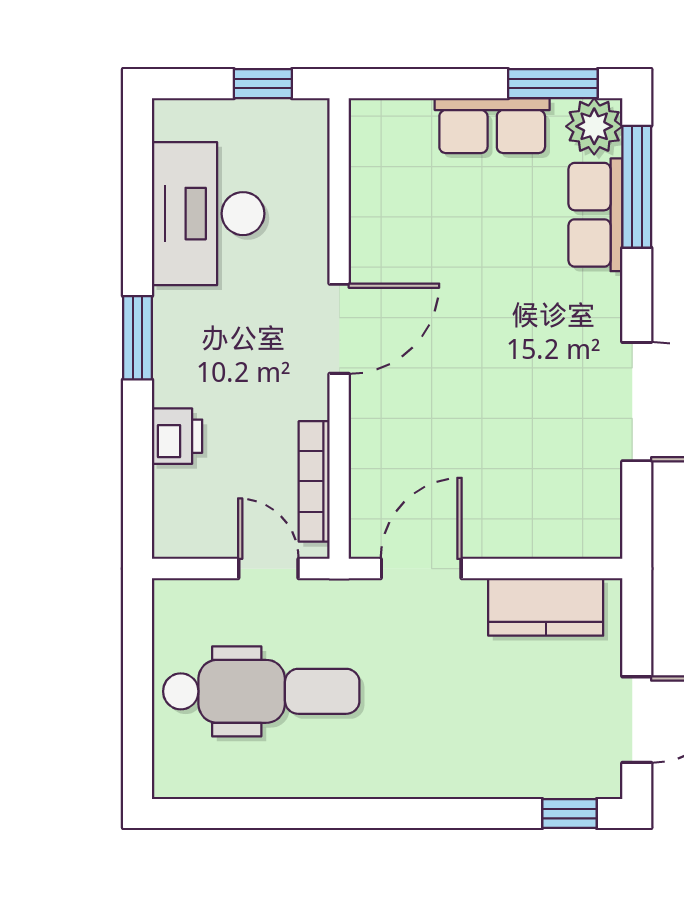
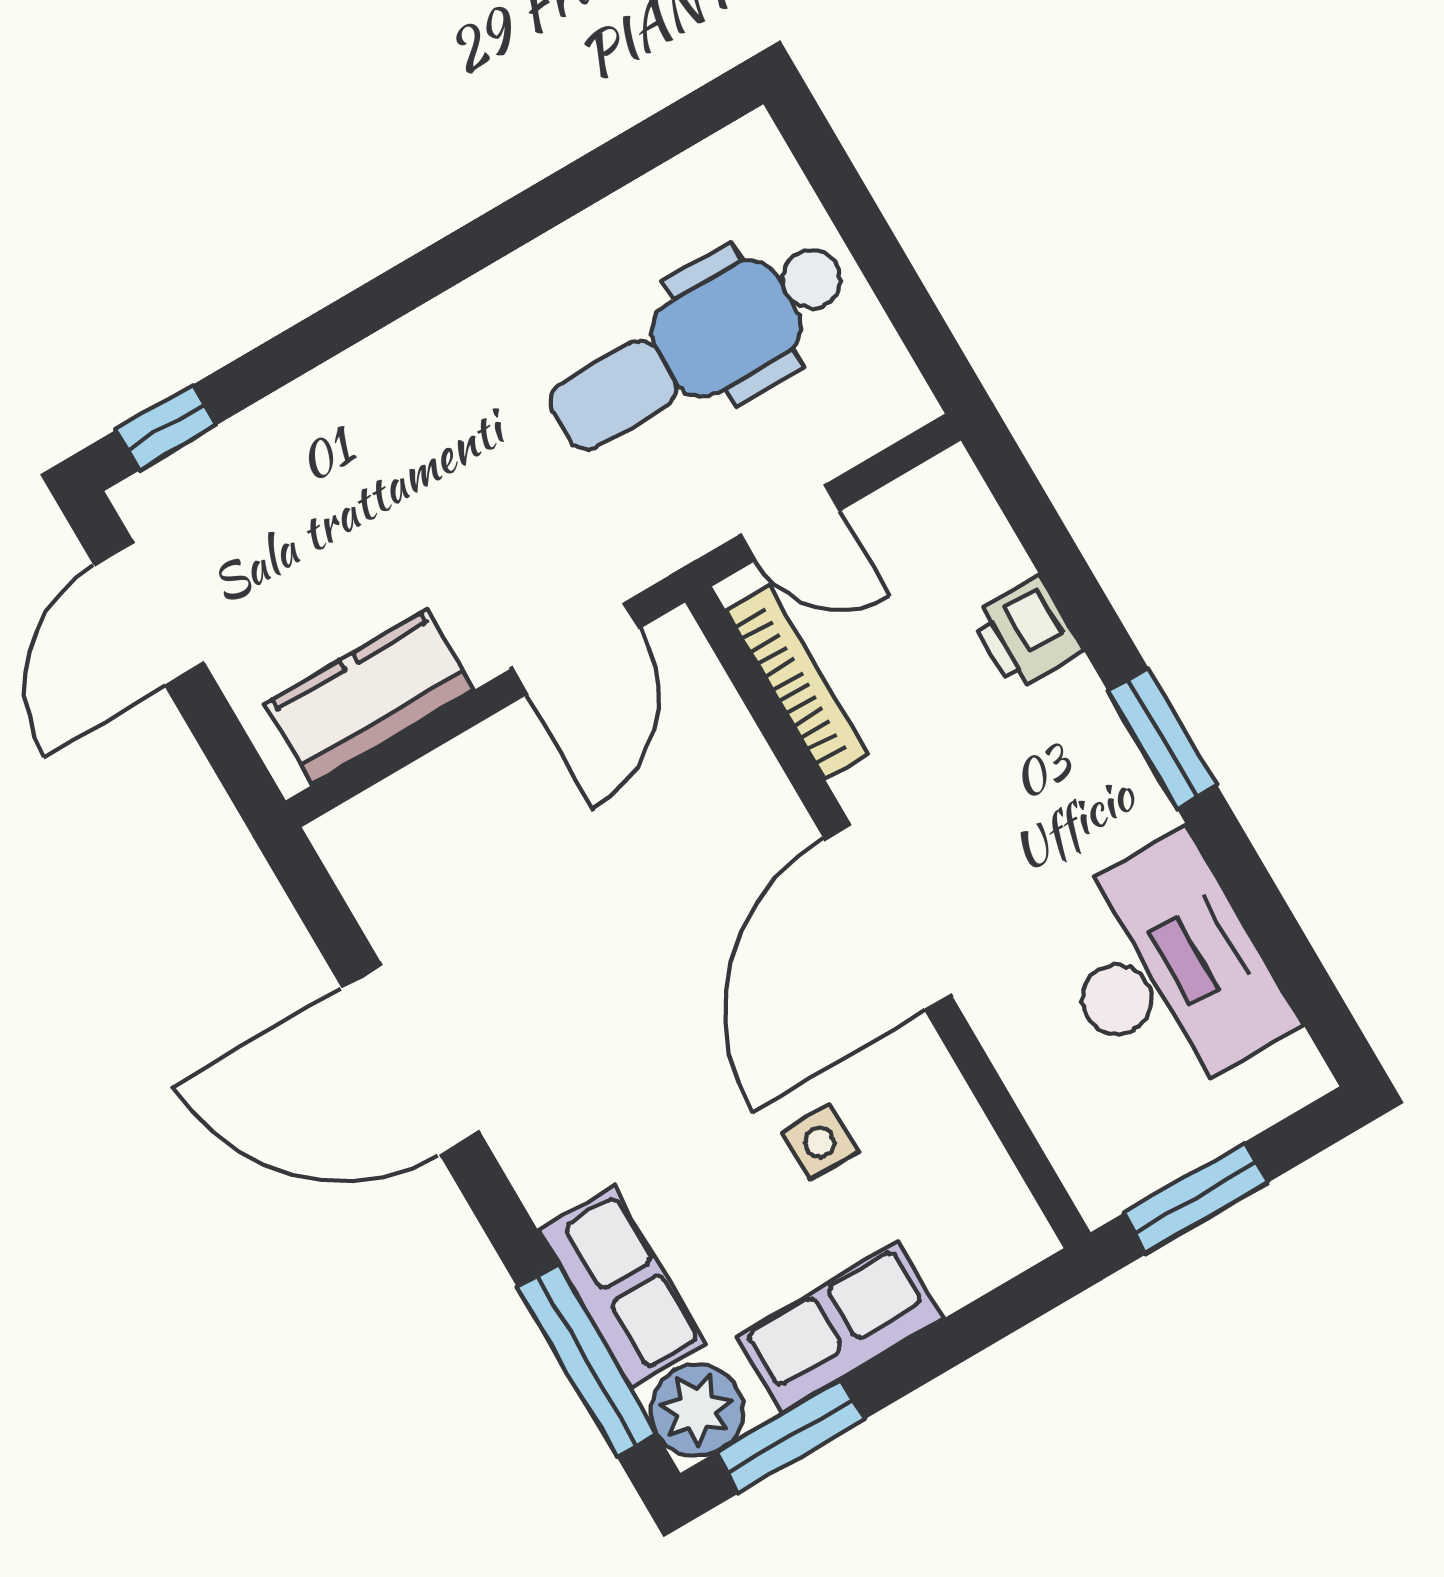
window: (263, 84) -> (1196, 1198), width x1.50
side table: (445, 230) -> (820, 1142), added
door: (339, 329) -> (888, 917), width x1.36

